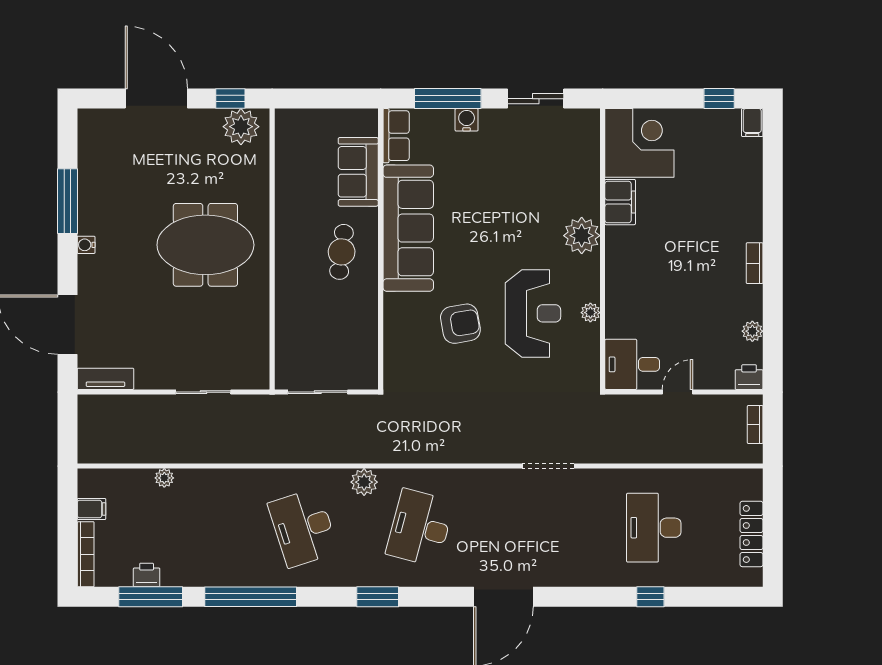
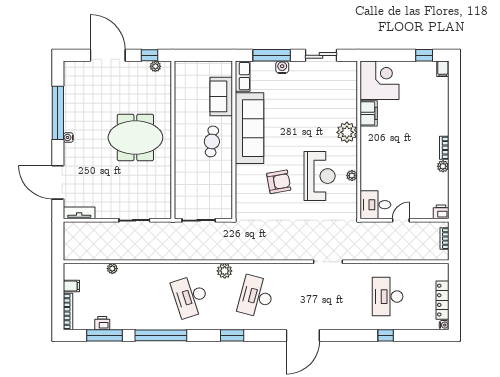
plant: (241, 127) -> (155, 66), width x0.53, depth x0.53
window: (67, 201) -> (58, 113), width x1.46
plant: (752, 331) -> (443, 166), moved
water cooler: (754, 578) -> (444, 325), added

